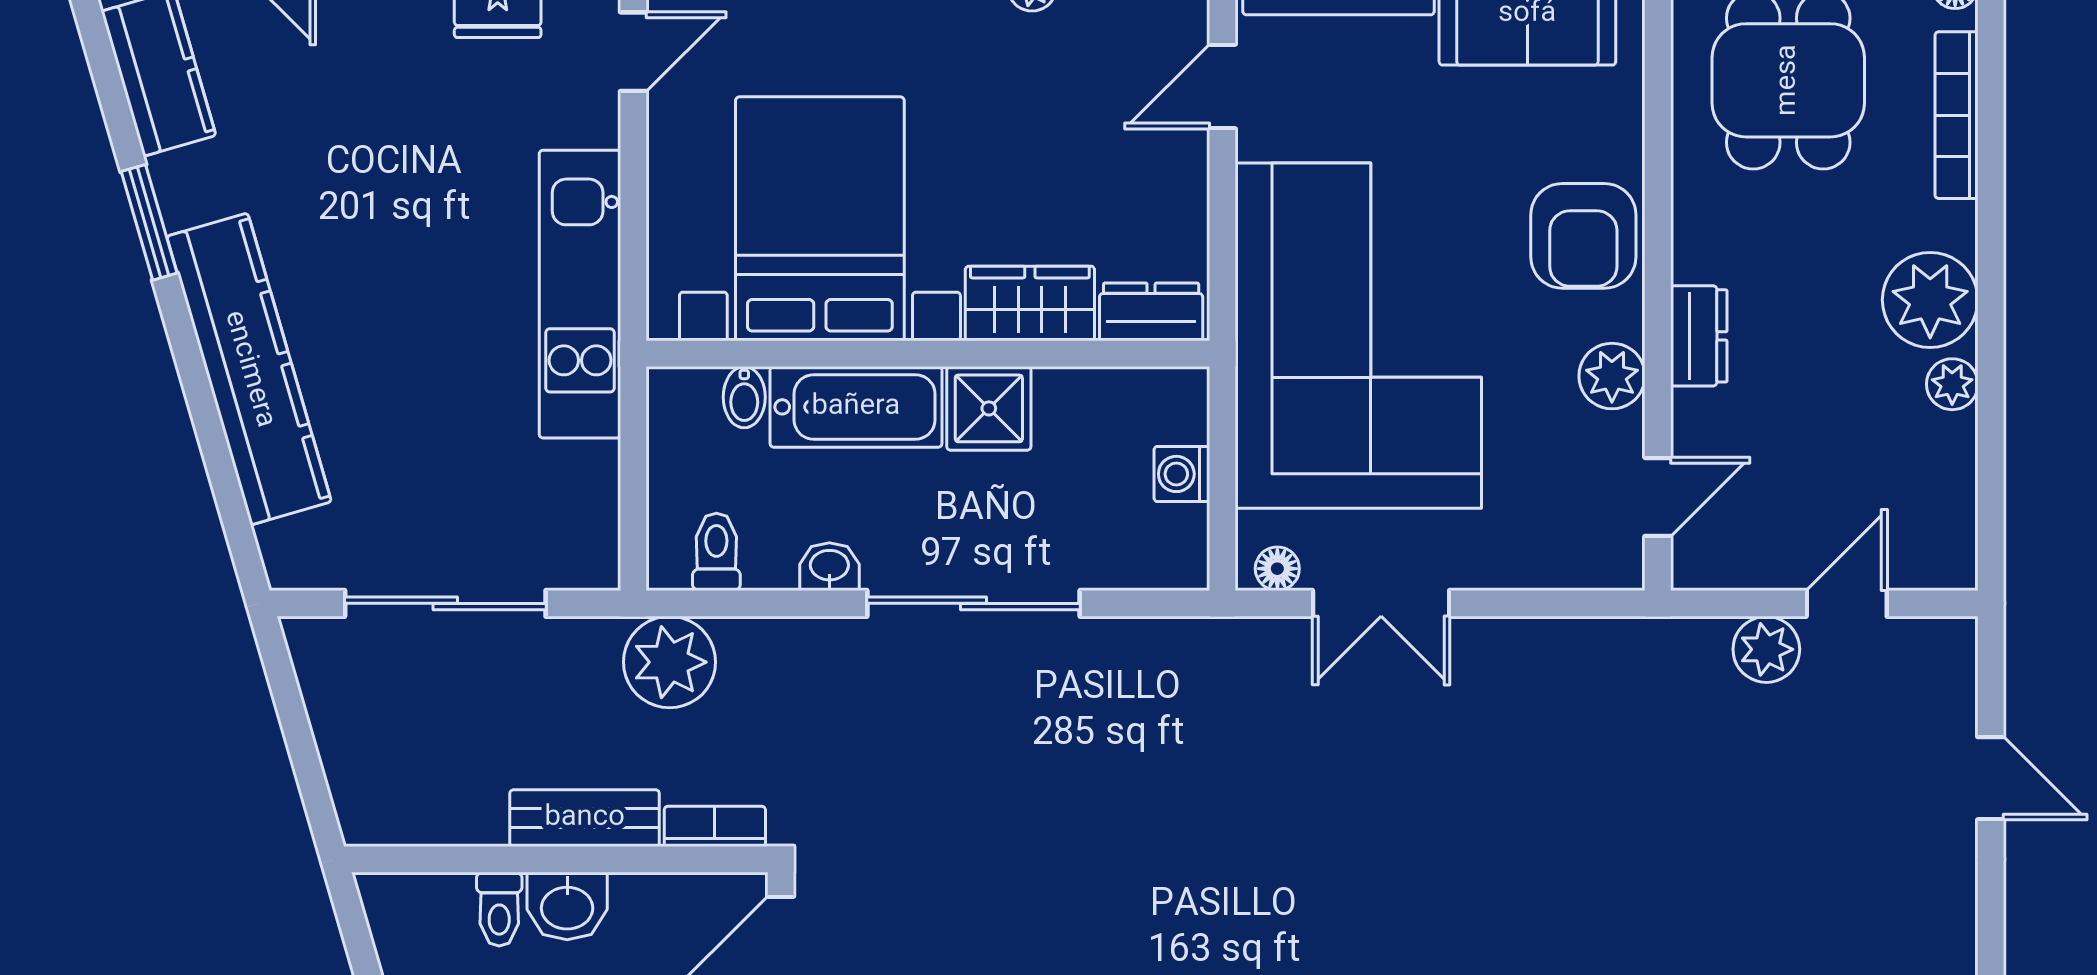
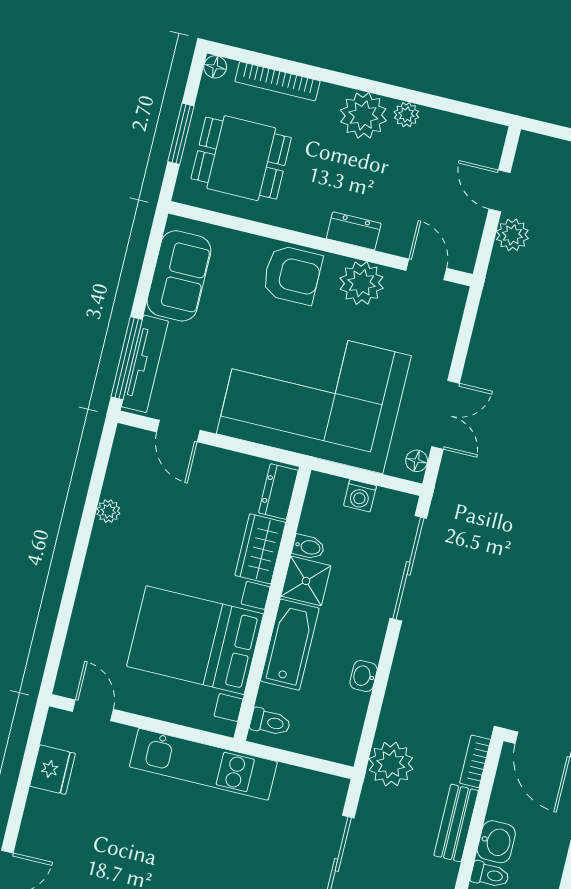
plant: (1612, 376) -> (362, 283), width x1.36, depth x1.36
bidet: (744, 397) -> (308, 547), moved
toilet: (716, 552) -> (270, 722), moved, turned 180
sliding door: (974, 603) -> (408, 568), moved

